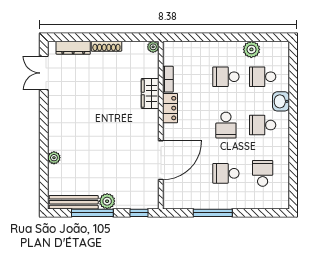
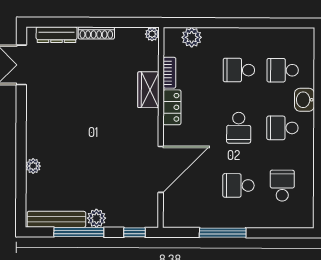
plant: (251, 49) -> (192, 37), moved

